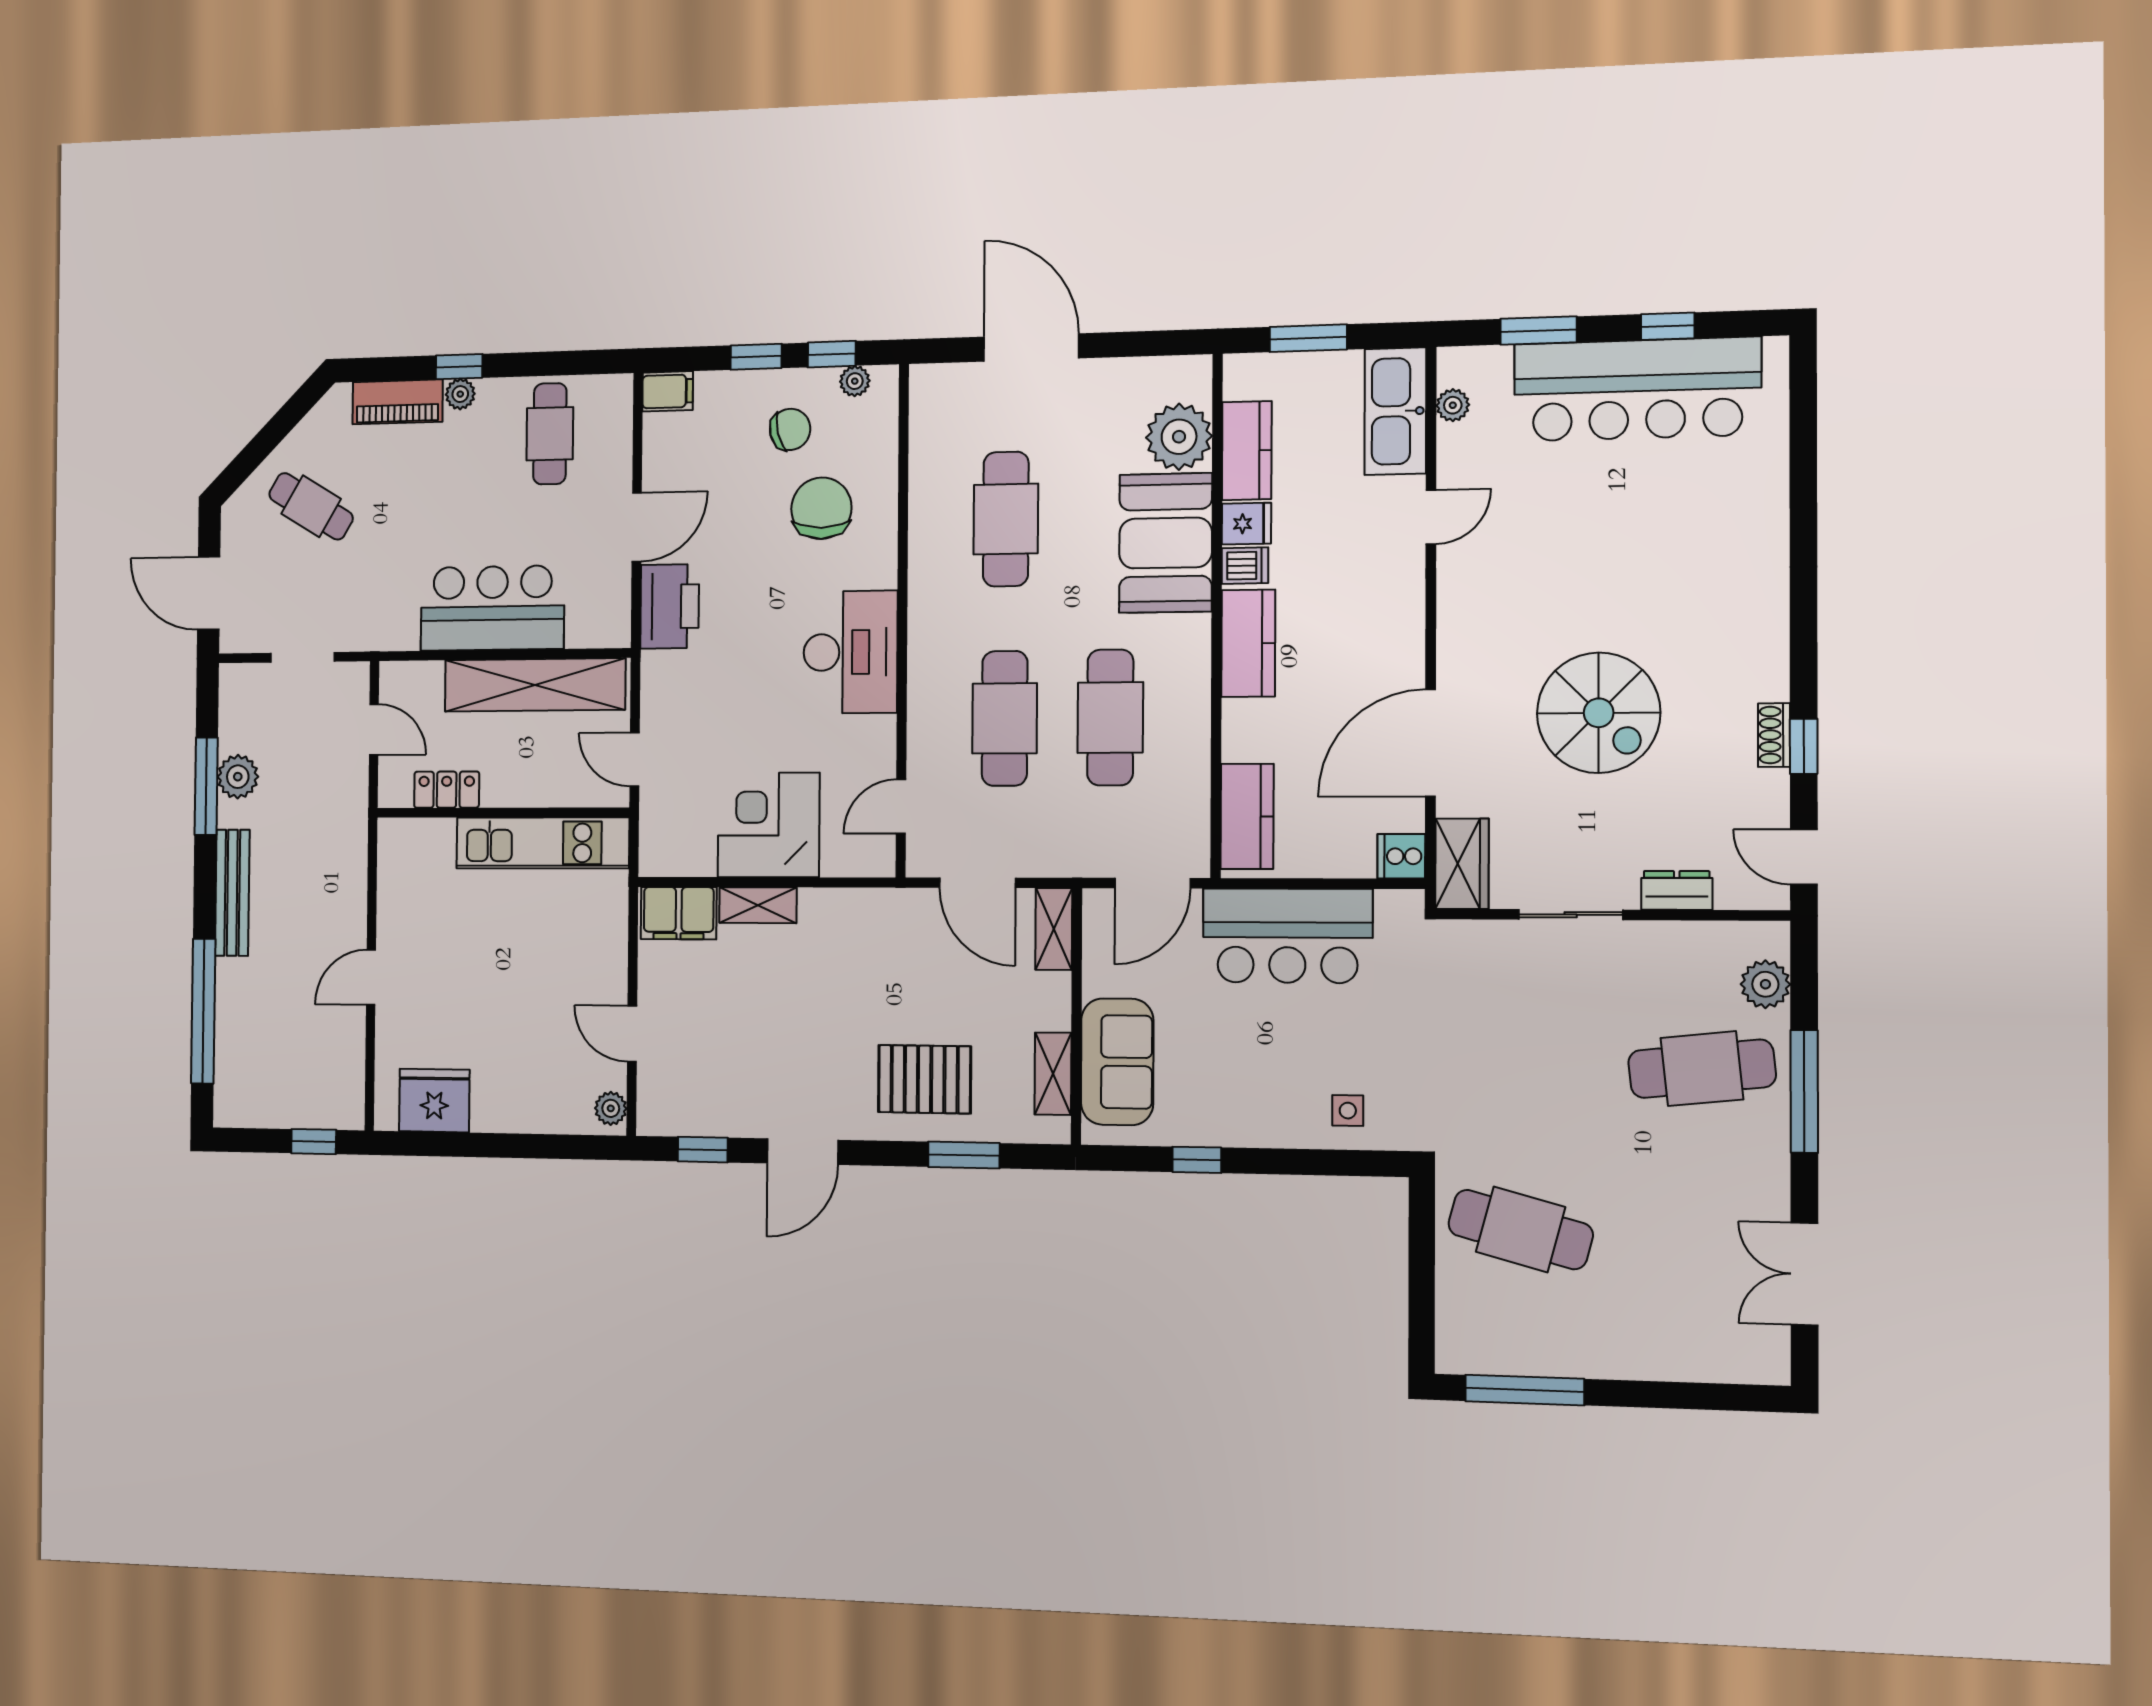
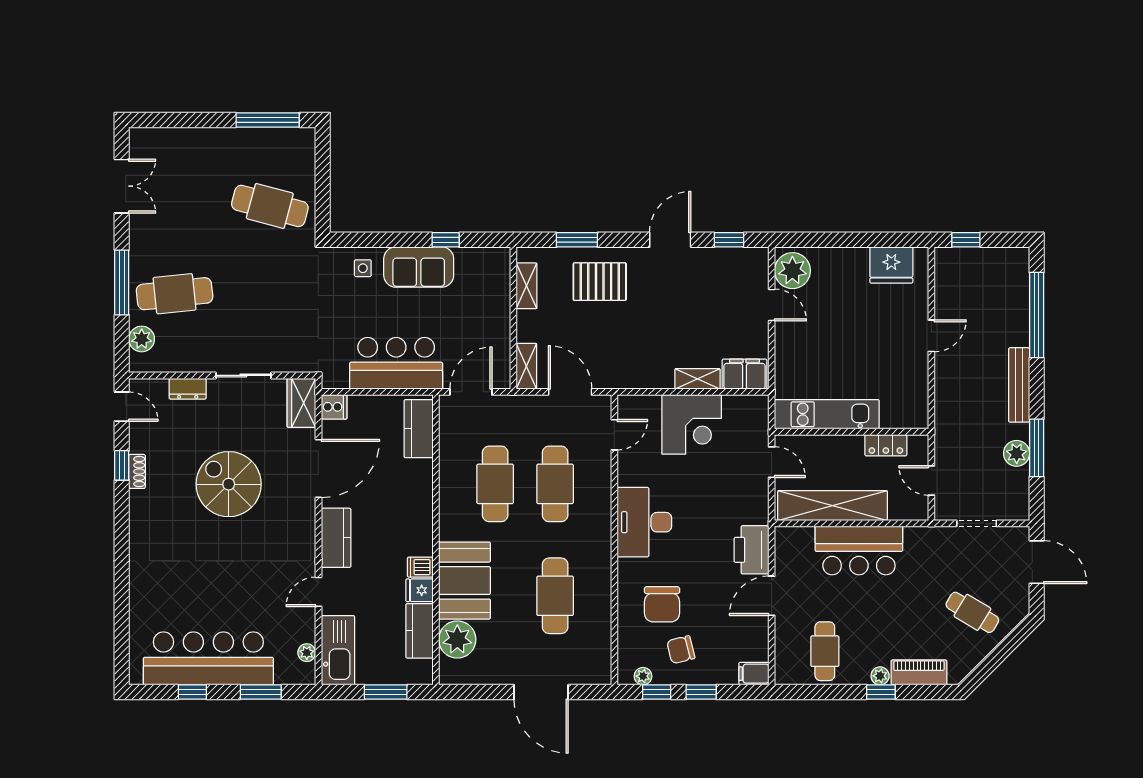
kitchen counter: (1248, 643) -> (336, 538), moved, turned 180
sofa: (1117, 1062) -> (419, 267), moved, turned -90
plant: (611, 1108) -> (792, 271), width x1.88, depth x1.88

